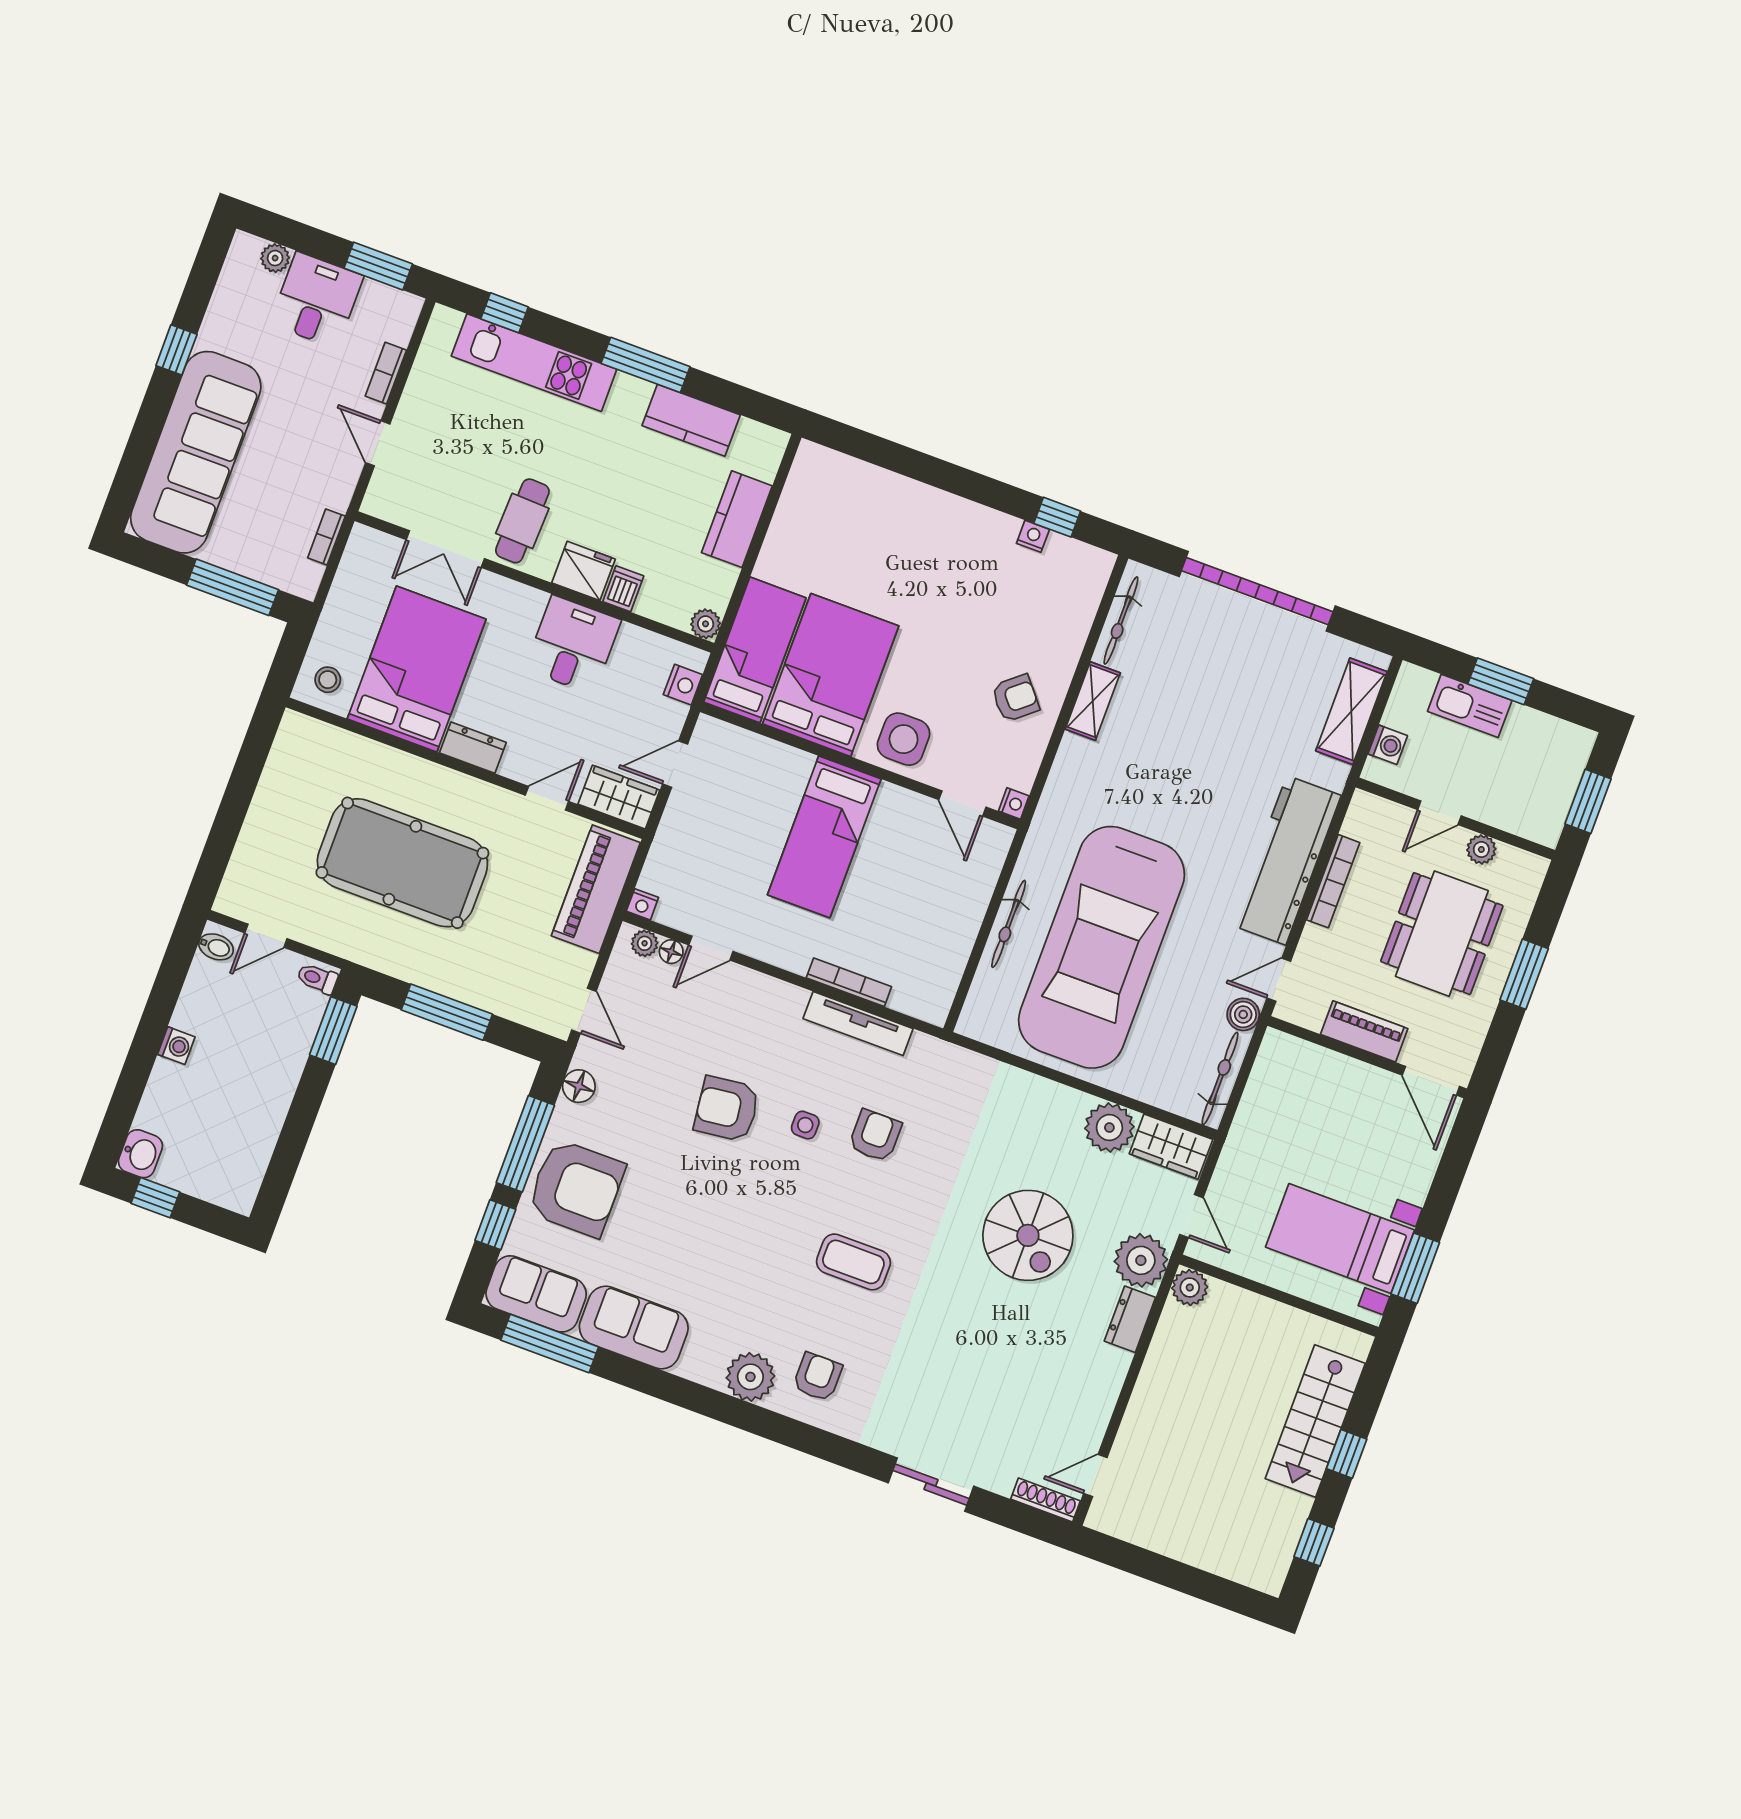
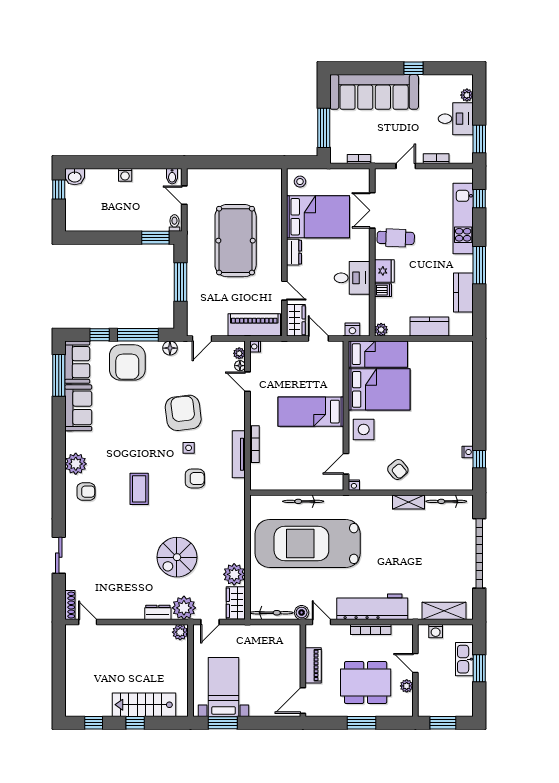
armchair: (727, 1109) -> (183, 413), width x1.36, depth x1.36

